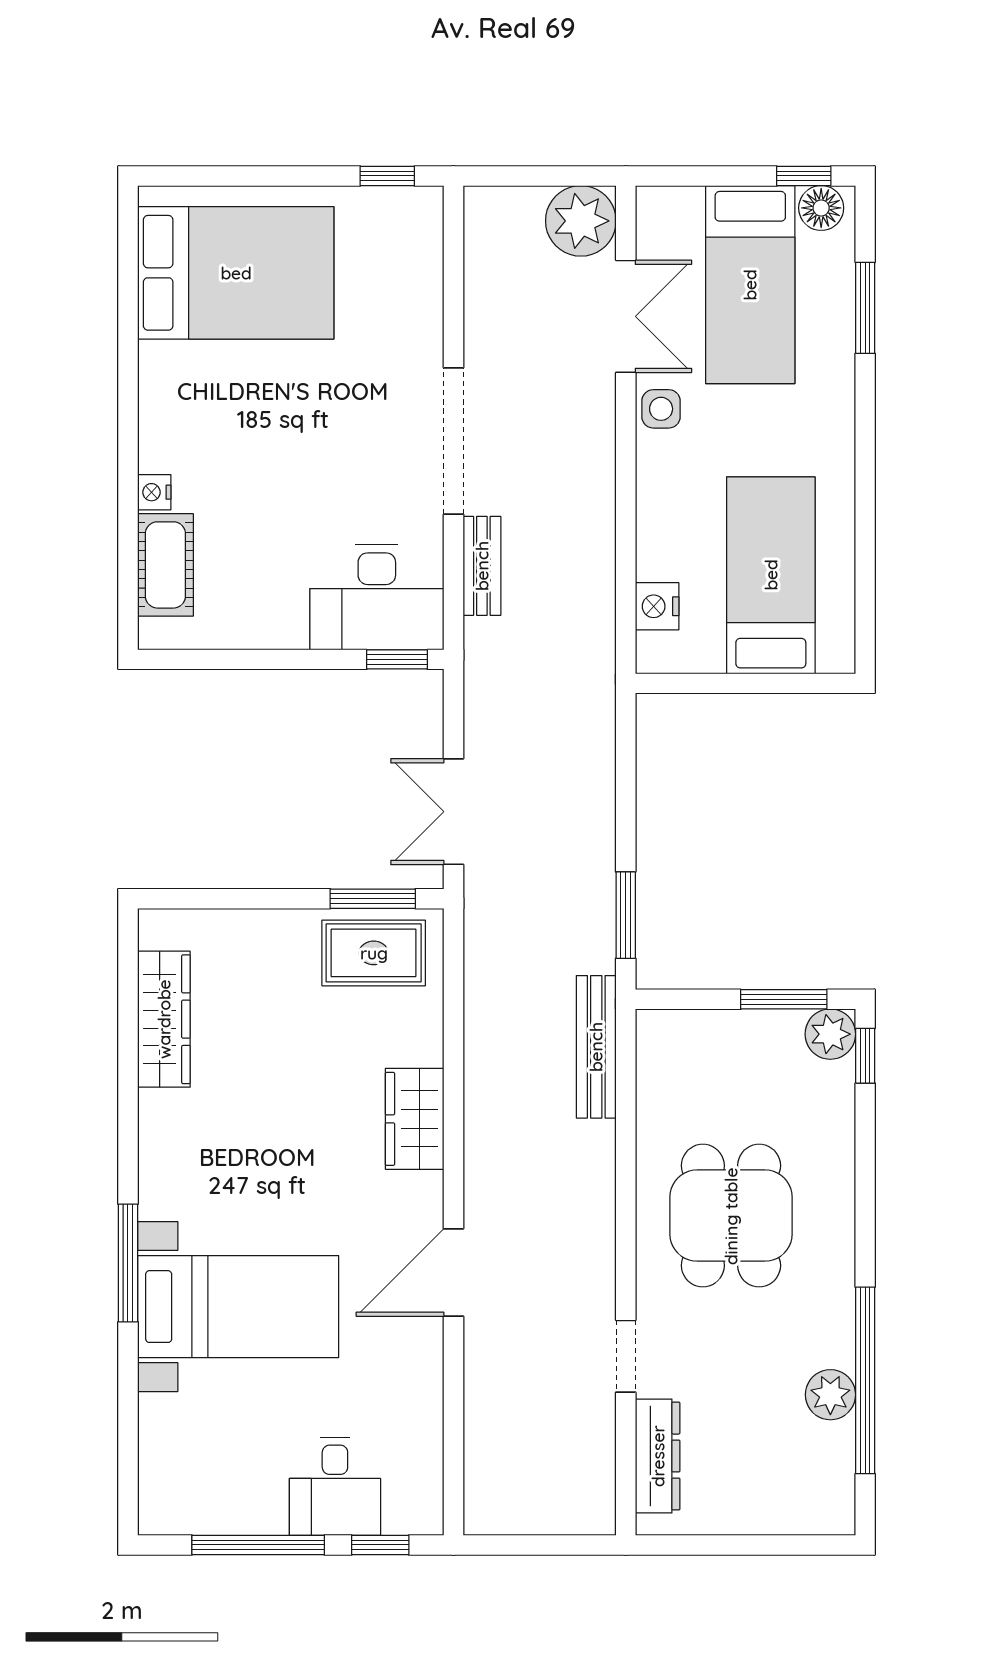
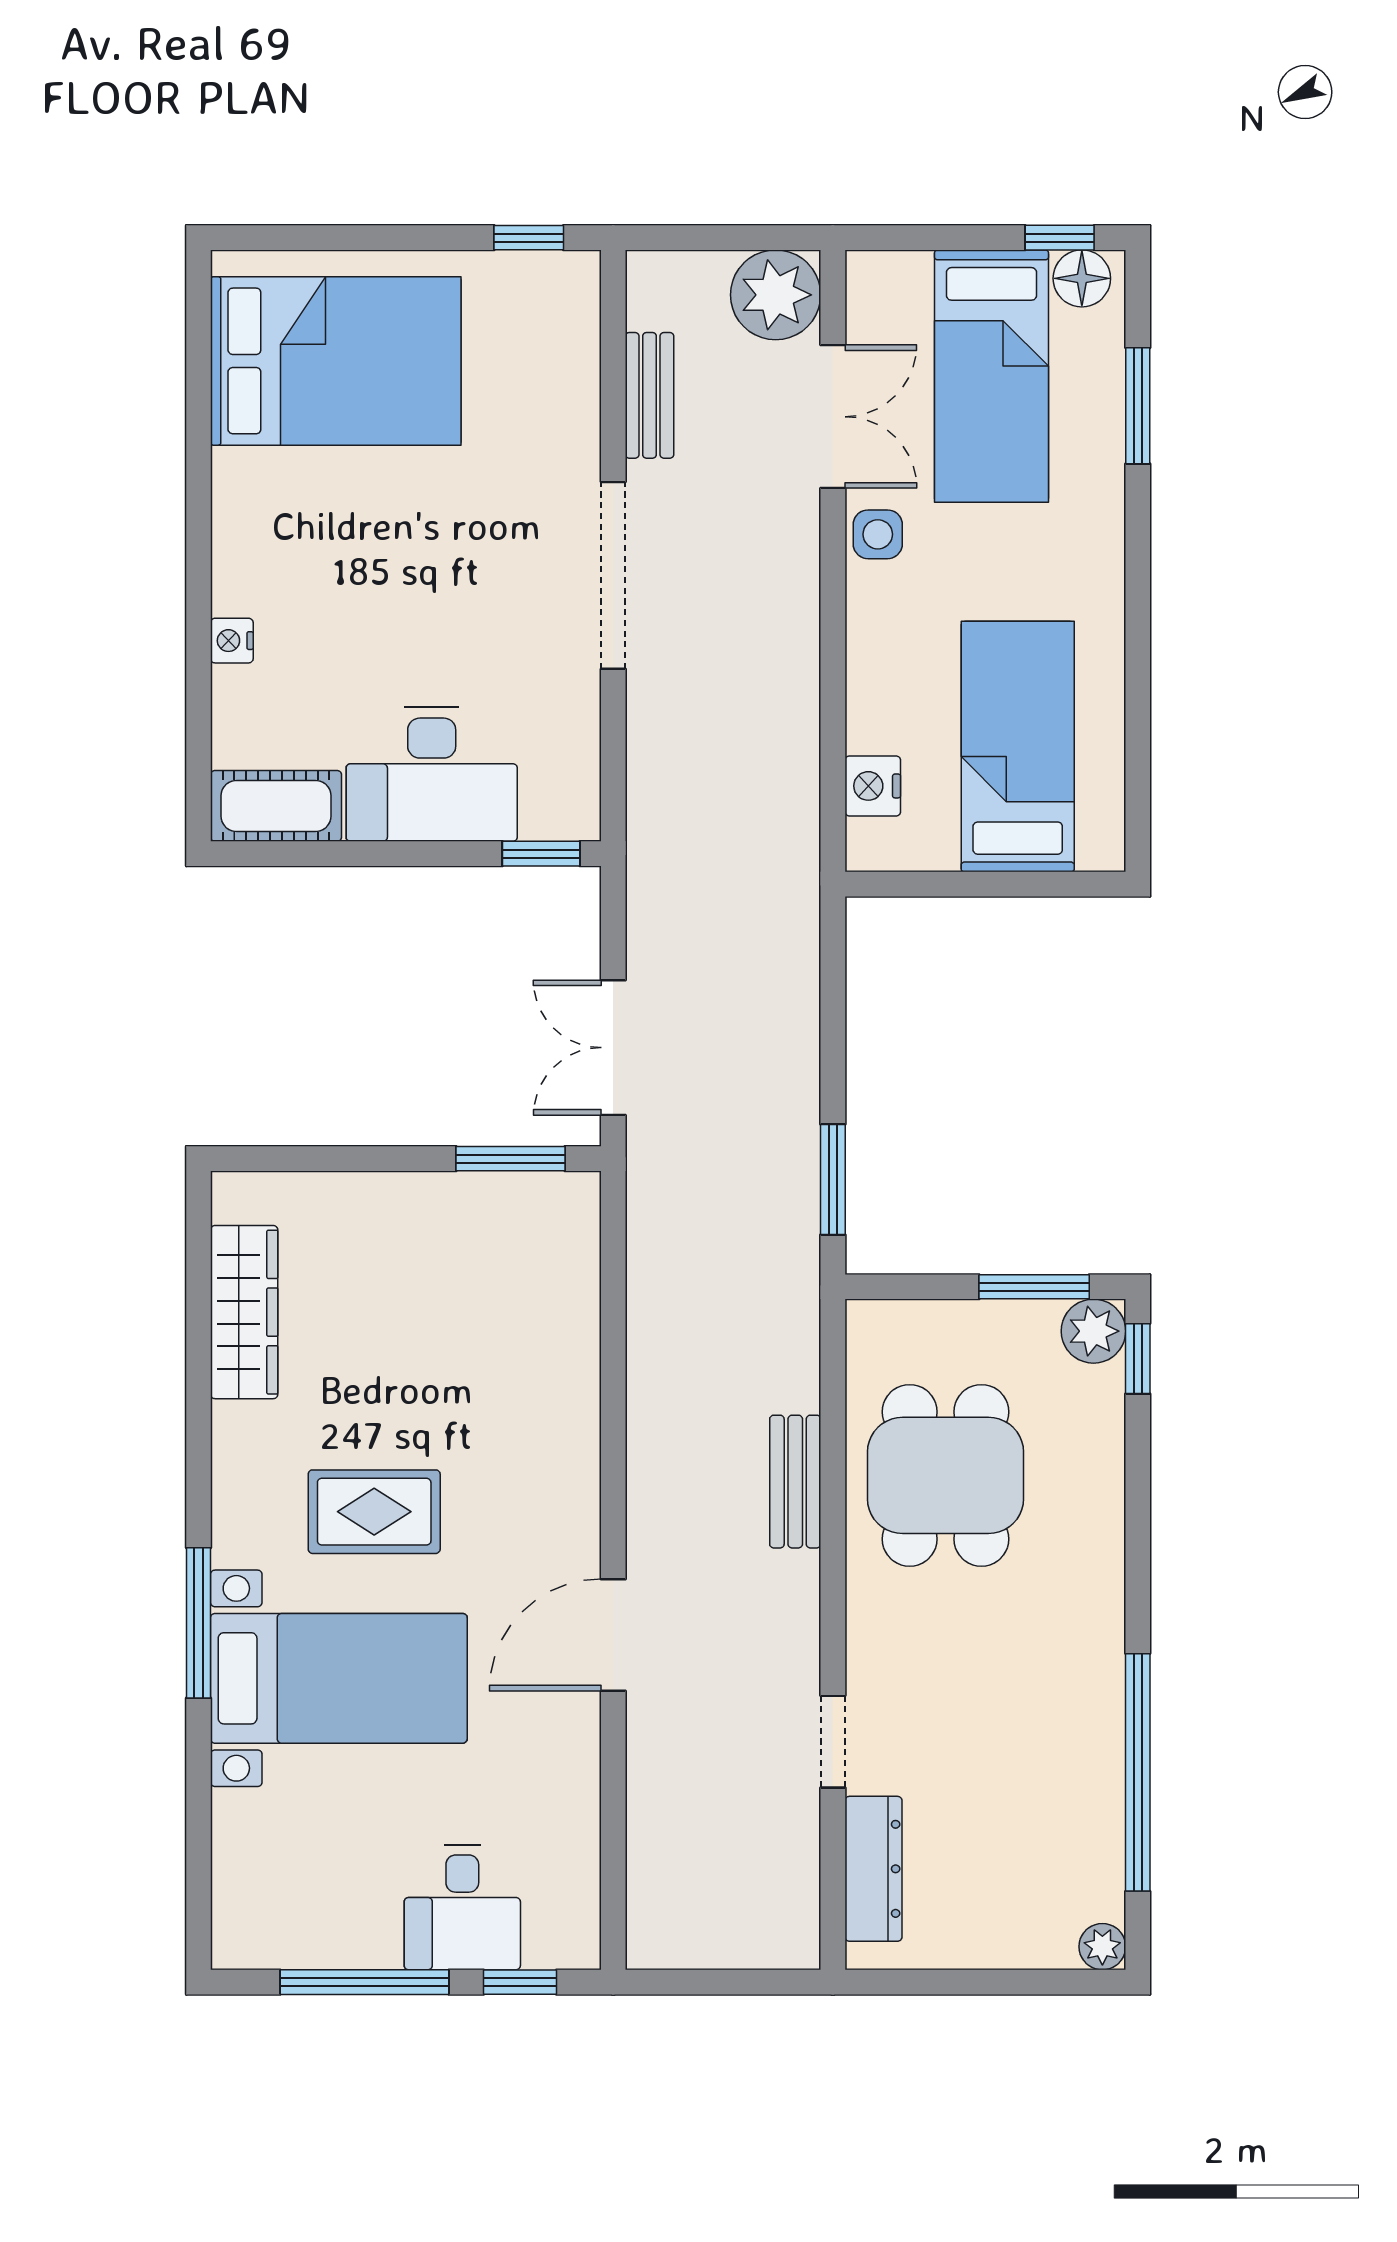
cot: (165, 565) -> (276, 806), moved, turned 90
bench: (482, 566) -> (650, 395), moved
desk: (377, 597) -> (432, 774), moved
rug: (374, 953) -> (374, 1512), moved
bench: (596, 1047) -> (795, 1482), moved, width x0.73
wardrobe: (415, 1119) -> (564, 1439), removed
dining table: (731, 1216) -> (946, 1475), moved
plant: (830, 1395) -> (1102, 1947), moved, width x0.73, depth x0.73

